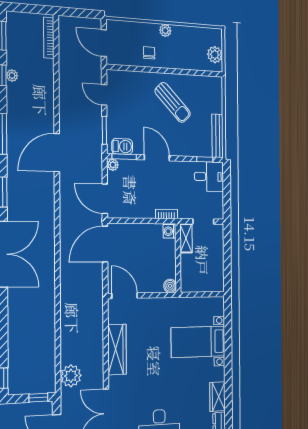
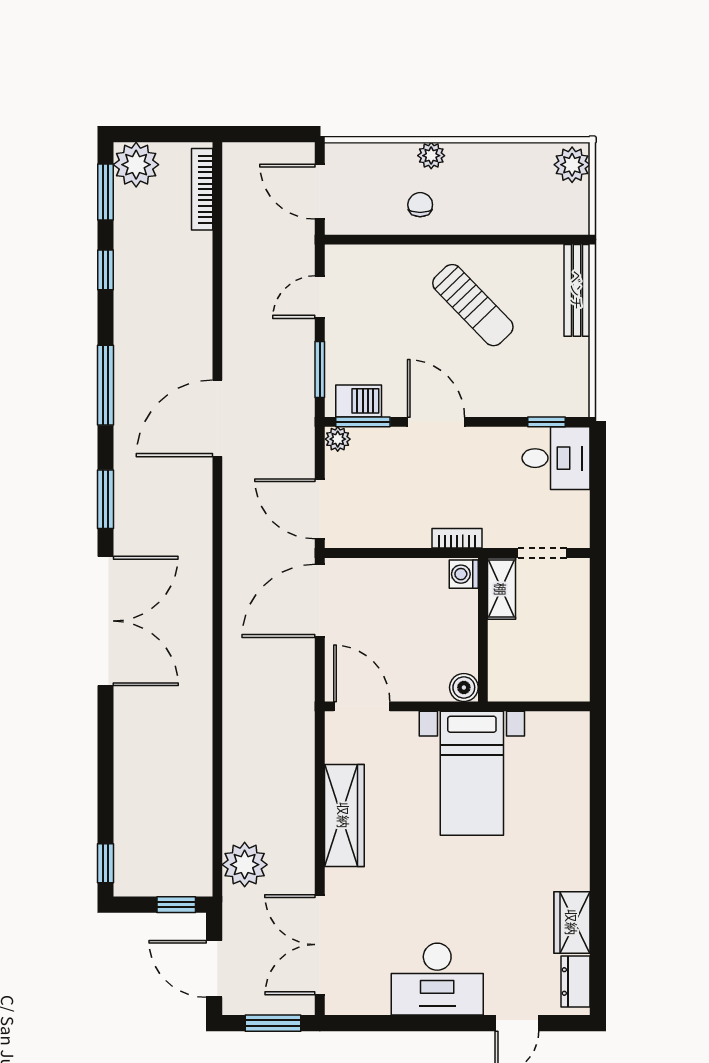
plant: (165, 30) -> (431, 156), moved
plant: (215, 55) -> (572, 165), moved
plant: (12, 75) -> (136, 165), moved, width x1.88, depth x1.88
door: (104, 95) -> (320, 297), hinge flipped
bench: (218, 136) -> (577, 290), moved
bed with nightstands: (198, 342) -> (472, 773), moved, turned -90

